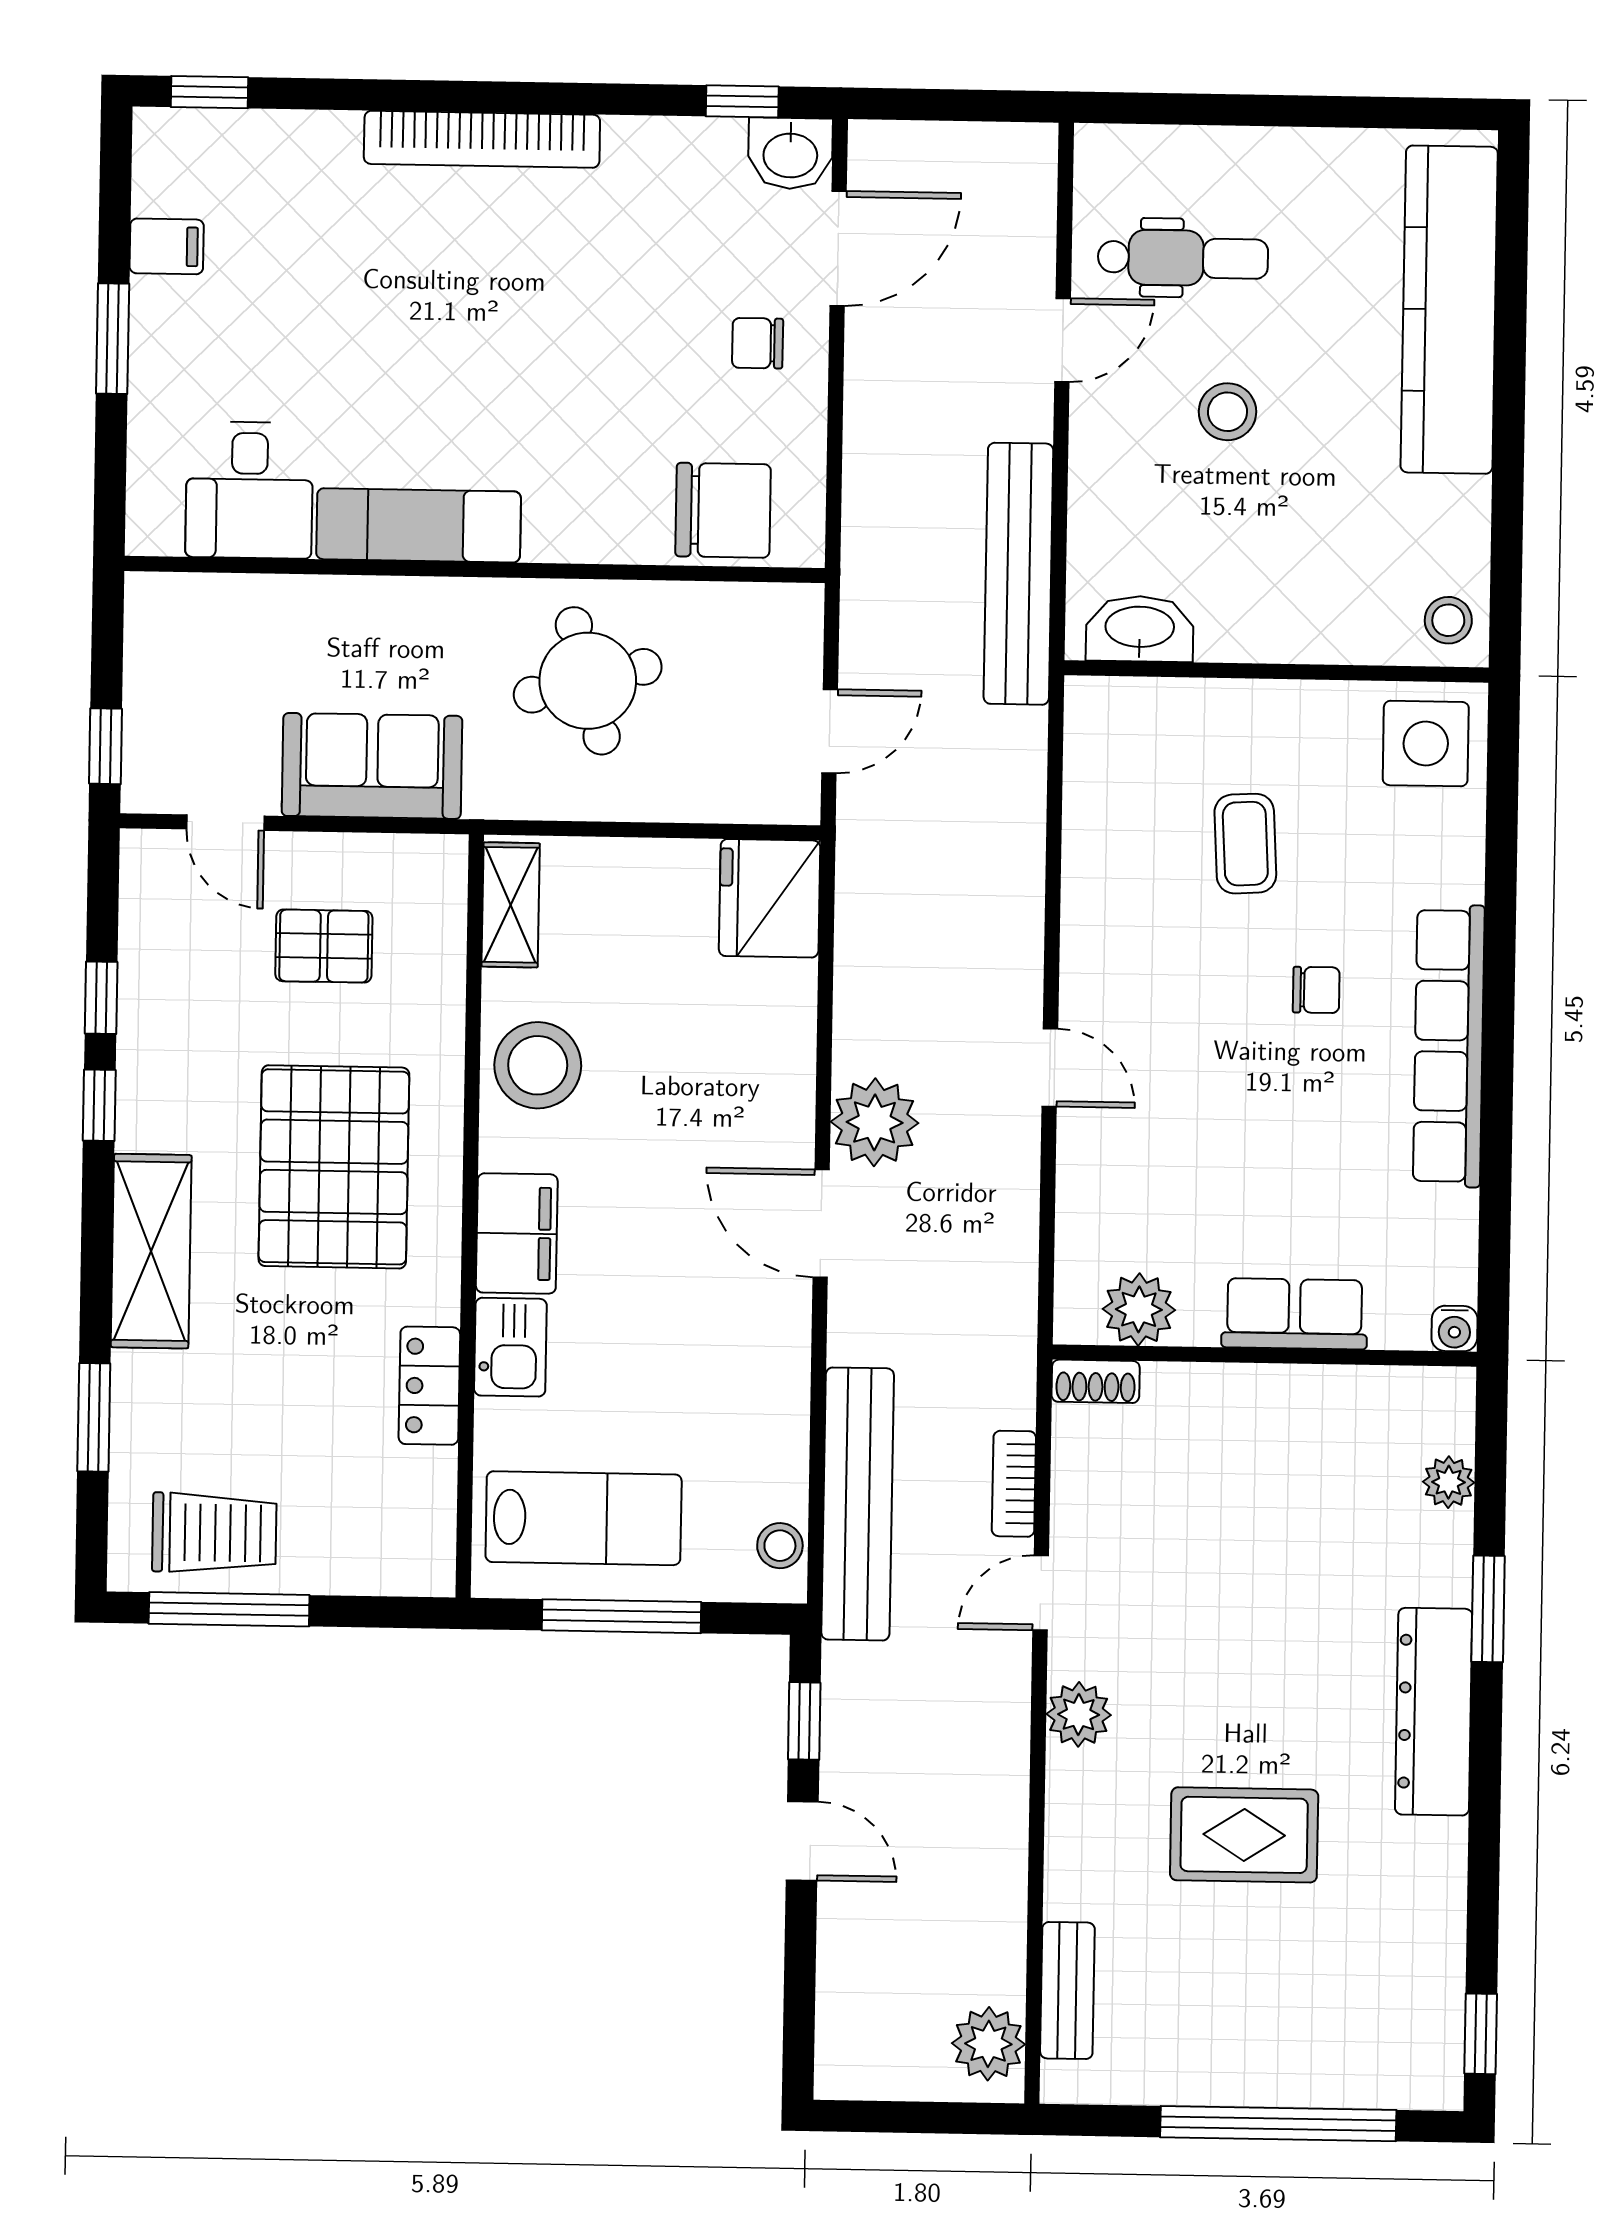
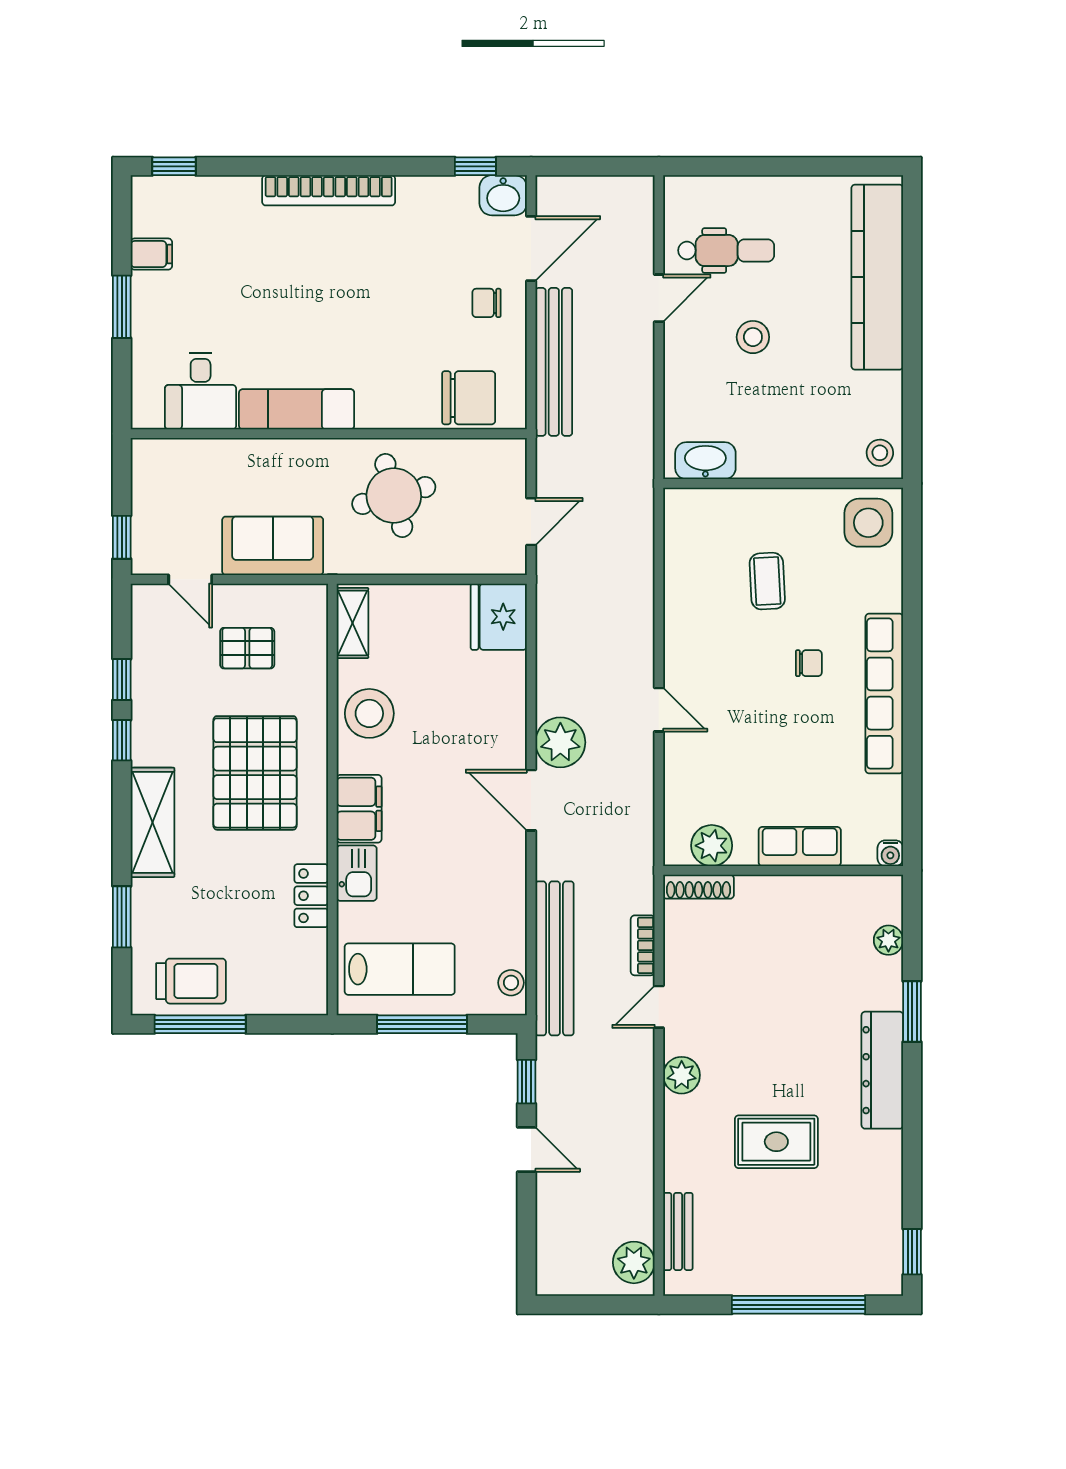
bench: (1018, 574) -> (554, 362), moved
shoe rack: (1096, 1381) -> (698, 887), width x1.43

